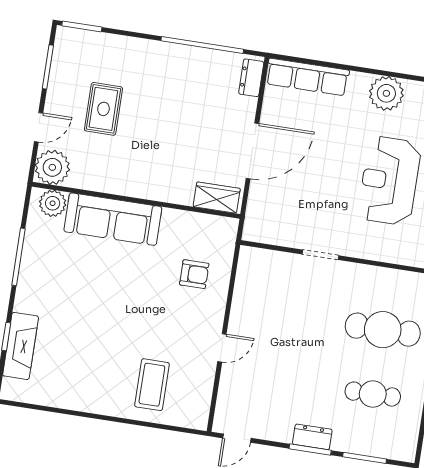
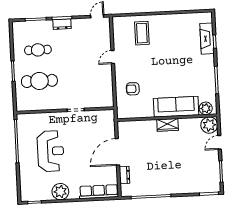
dresser: (251, 78) -> (124, 175), moved
rug: (103, 109) -> (191, 157), removed
wardrobe: (217, 198) -> (168, 125), moved

